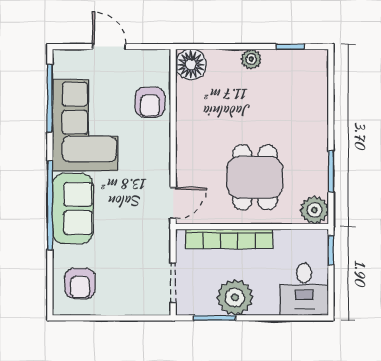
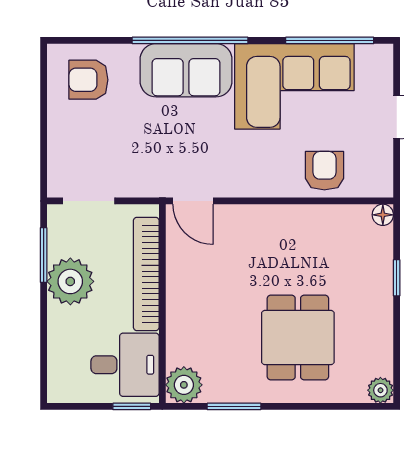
window: (290, 47) -> (397, 278), moved
plant: (251, 59) -> (380, 390), moved
floor lamp: (191, 64) -> (383, 215), width x0.53, depth x0.53
armchair: (150, 102) -> (324, 171), turned 90
dining table: (255, 177) -> (298, 338), moved, turned 90
desk: (304, 289) -> (125, 365), moved, turned 180

